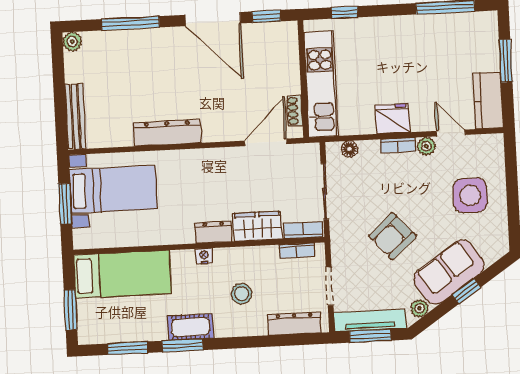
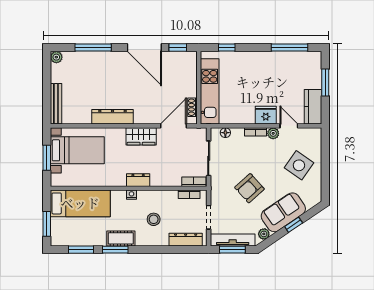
fridge: (393, 119) -> (266, 115), moved
side table: (470, 195) -> (299, 165), turned 35
wardrobe: (257, 226) -> (141, 136), moved, turned 180

